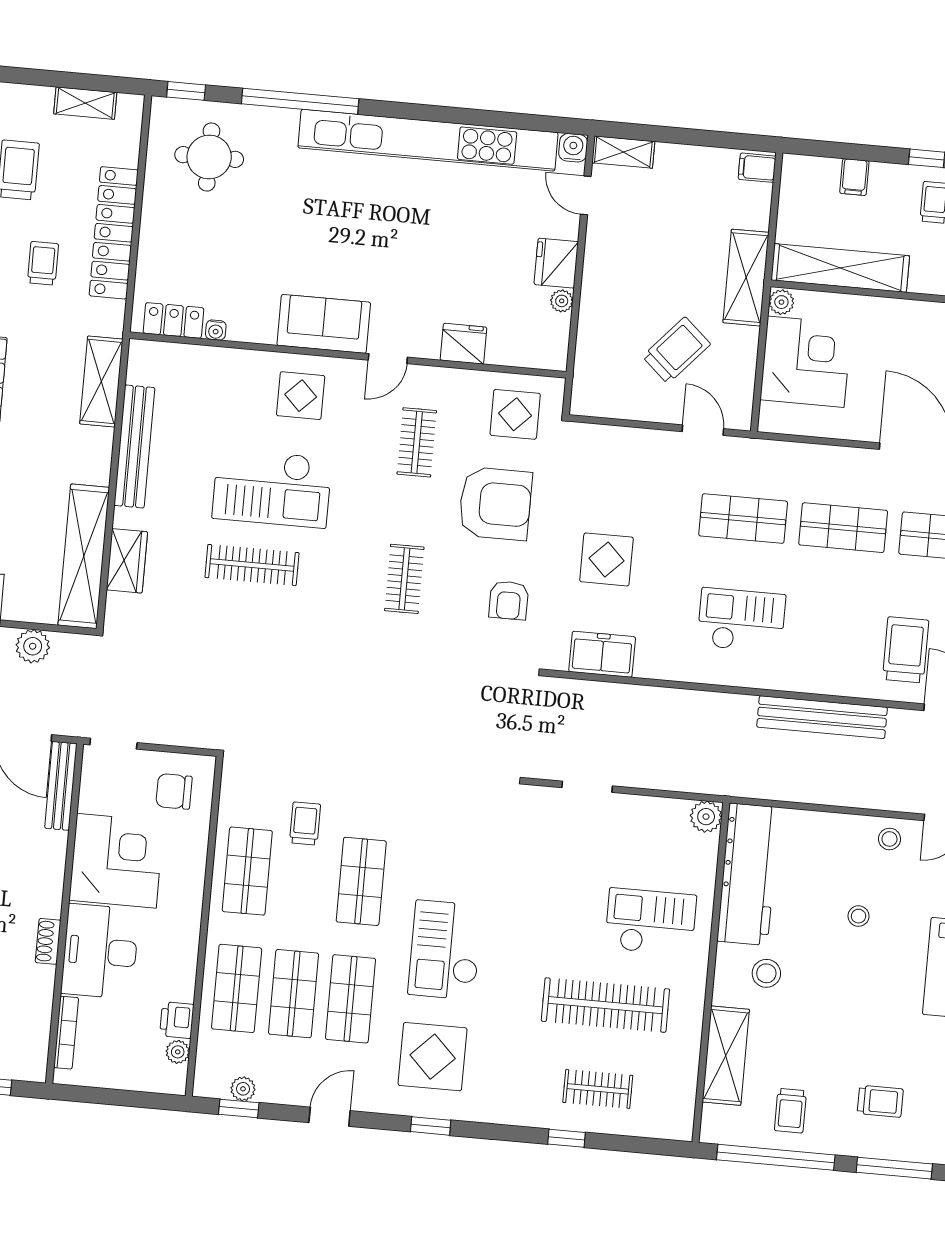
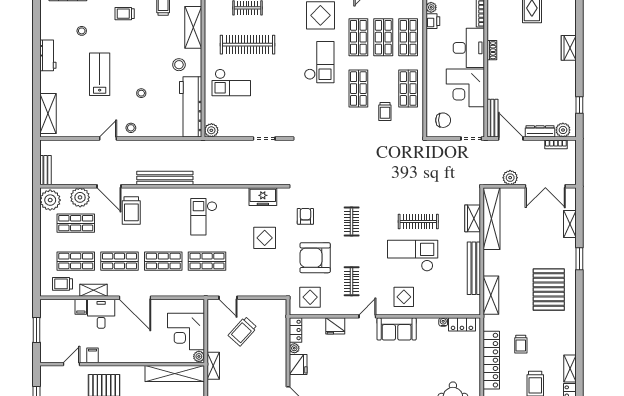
shelving: (746, 278) -> (213, 366), width x0.67, depth x0.75
locker: (555, 342) -> (296, 330), added
checkout: (741, 620) -> (204, 217), turned 90

